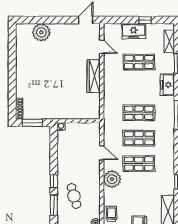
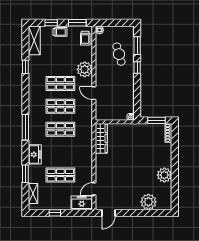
freezer: (134, 31) -> (82, 203), moved
door: (102, 47) -> (94, 189), hinge flipped
plant: (24, 62) -> (164, 175), added
wardrobe: (94, 76) -> (101, 138), moved

